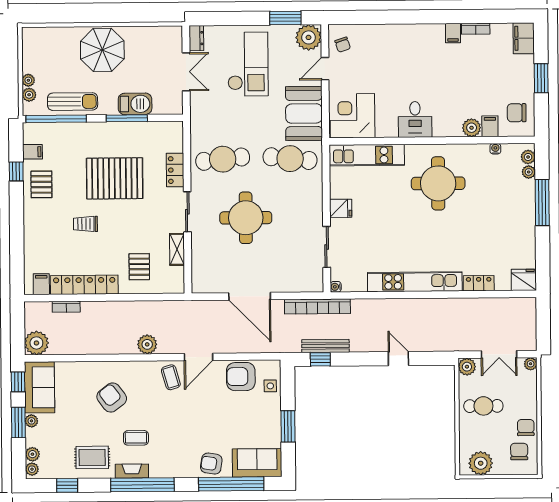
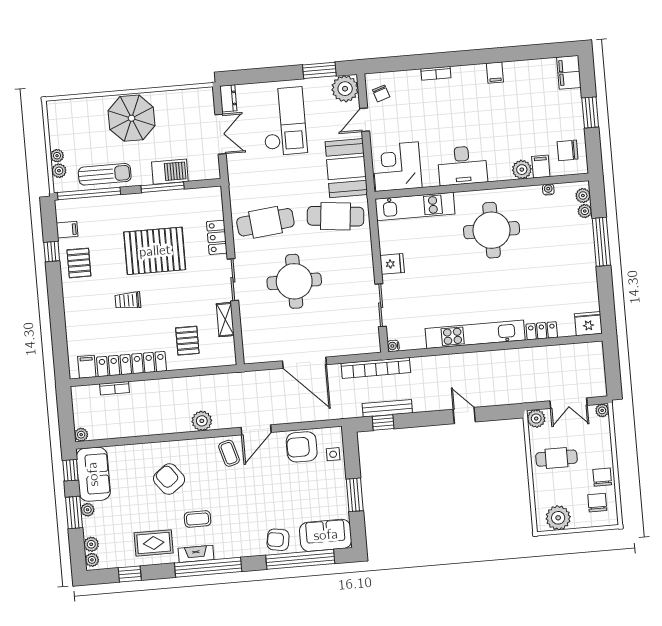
bookcase: (476, 29) -> (436, 73), moved
desk: (415, 119) -> (462, 165), width x1.37
plant: (36, 343) -> (81, 435), width x0.53, depth x0.53

